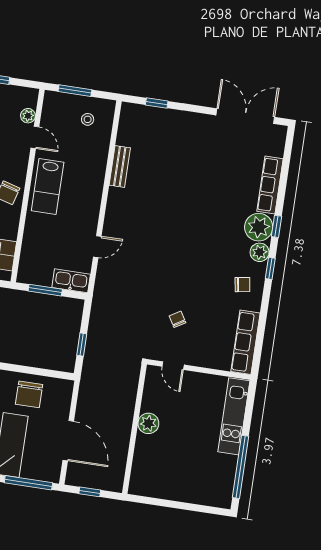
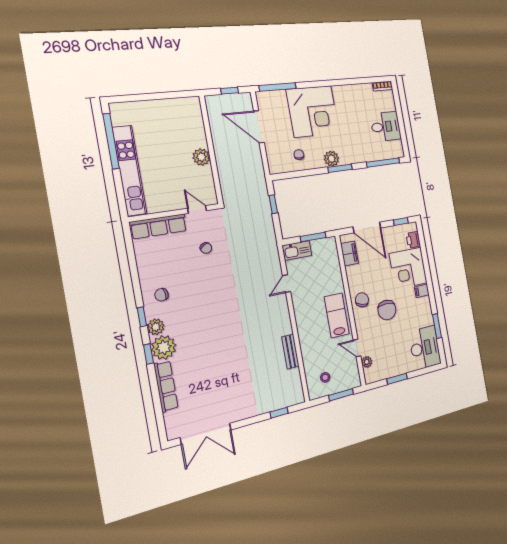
row of seats: (245, 342) -> (158, 226), moved, turned 90
chair: (29, 394) -> (299, 155), width x0.54, depth x0.54
kitchen unit: (234, 416) -> (130, 171), width x1.36

